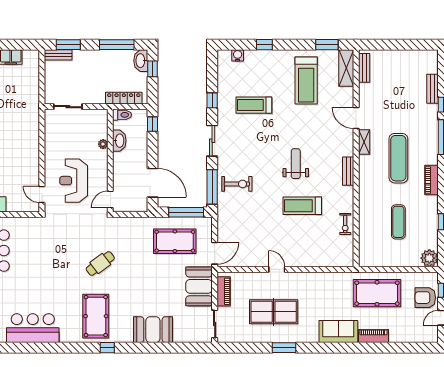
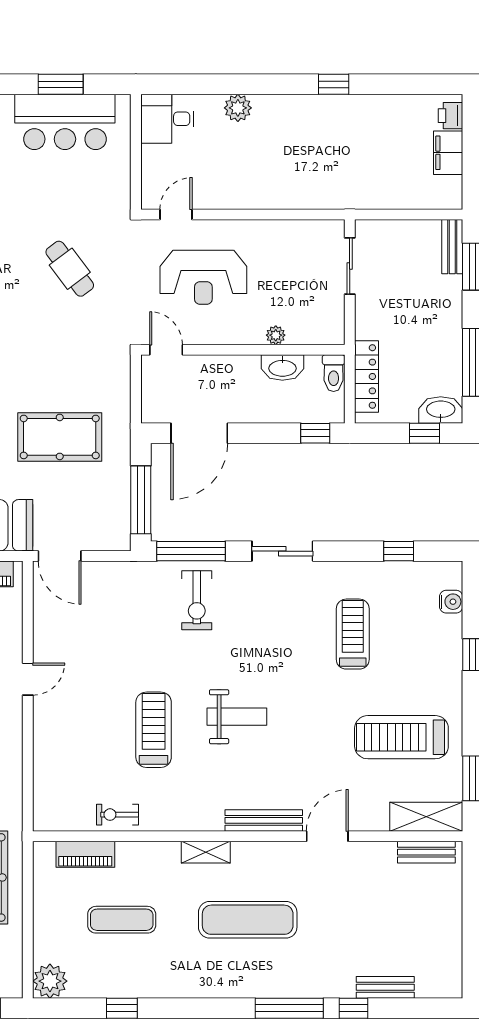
window: (212, 100) -> (399, 551), moved
shelving: (364, 142) -> (206, 852), moved
bench: (348, 171) -> (264, 820), moved, width x1.36
piano: (431, 180) -> (85, 854), moved, turned 180
reception desk: (74, 181) -> (203, 277), turned 180
pool table: (175, 241) -> (60, 437), moved, turned 90
cafe table: (100, 263) -> (70, 269), moved

